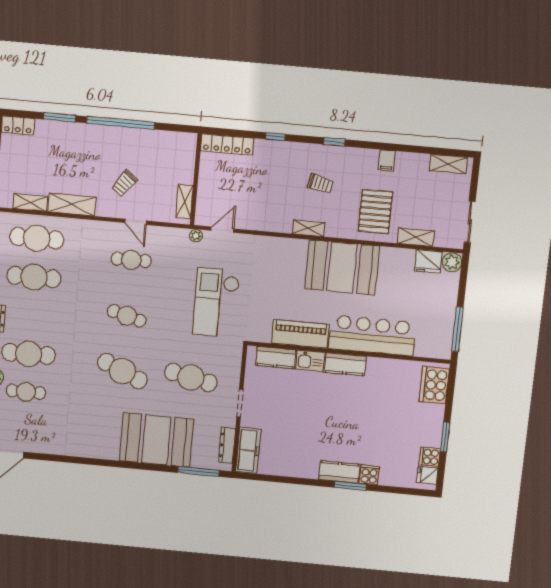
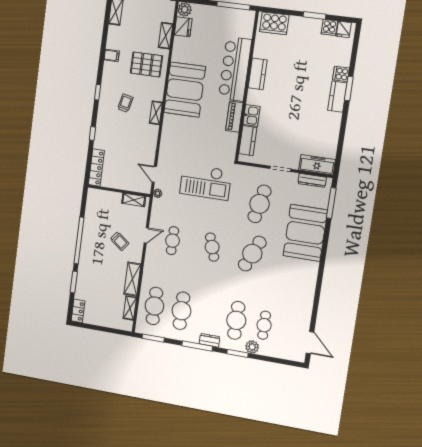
cafe table: (127, 316) -> (212, 247), turned -33
piano: (300, 334) -> (234, 117), width x0.73, depth x0.75
kitchen counter: (345, 364) -> (258, 74), moved

